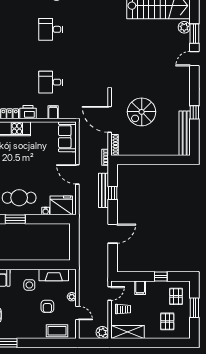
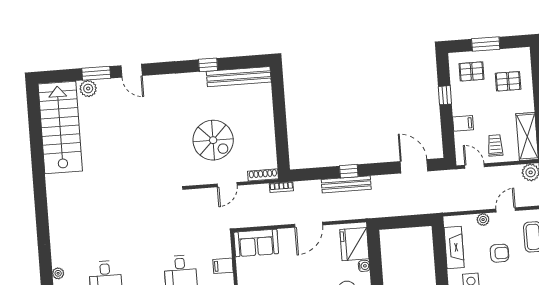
door: (110, 119) -> (227, 185), width x0.53
bench: (104, 190) -> (346, 184), moved
window: (113, 193) -> (349, 171), moved
door: (113, 234) -> (414, 166), moved

